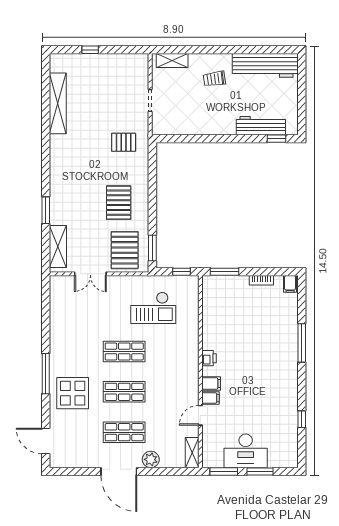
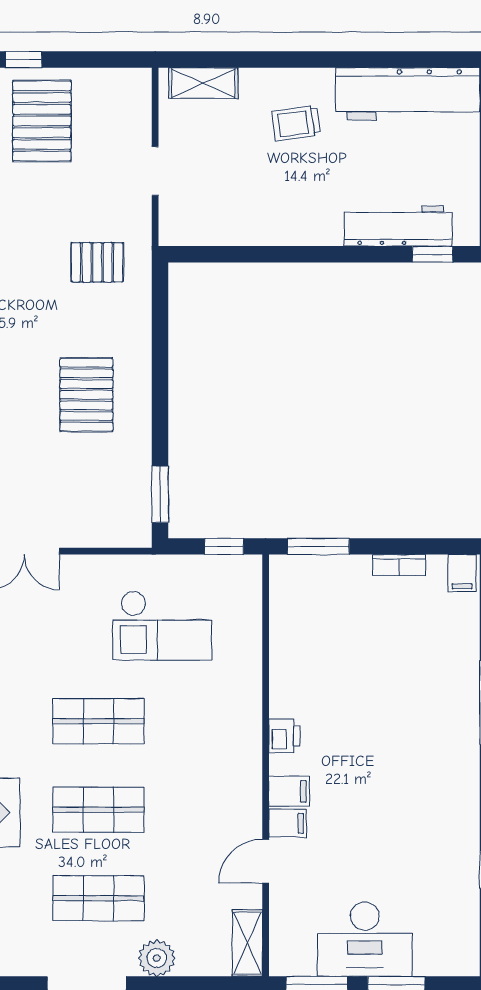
pallet: (125, 250) -> (42, 121), moved

